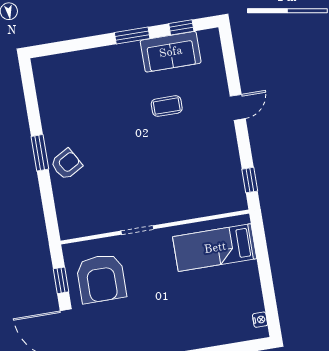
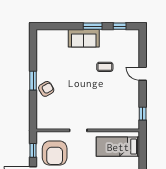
sofa: (171, 52) -> (84, 38), moved
door: (238, 107) -> (143, 74), swing flipped

